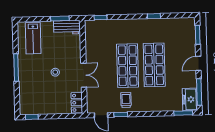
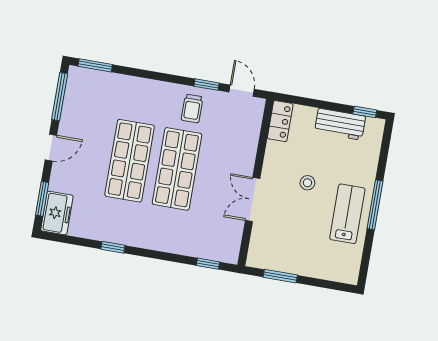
workbench: (67, 27) -> (340, 124), moved, turned 180
lab bench: (33, 38) -> (347, 214), moved
double door: (84, 75) -> (253, 199), moved
freezer: (190, 99) -> (57, 213), moved

